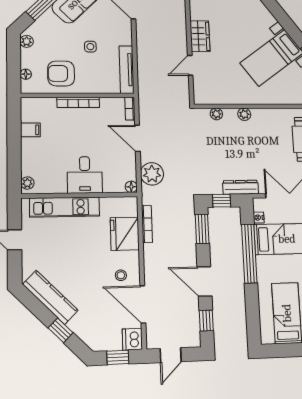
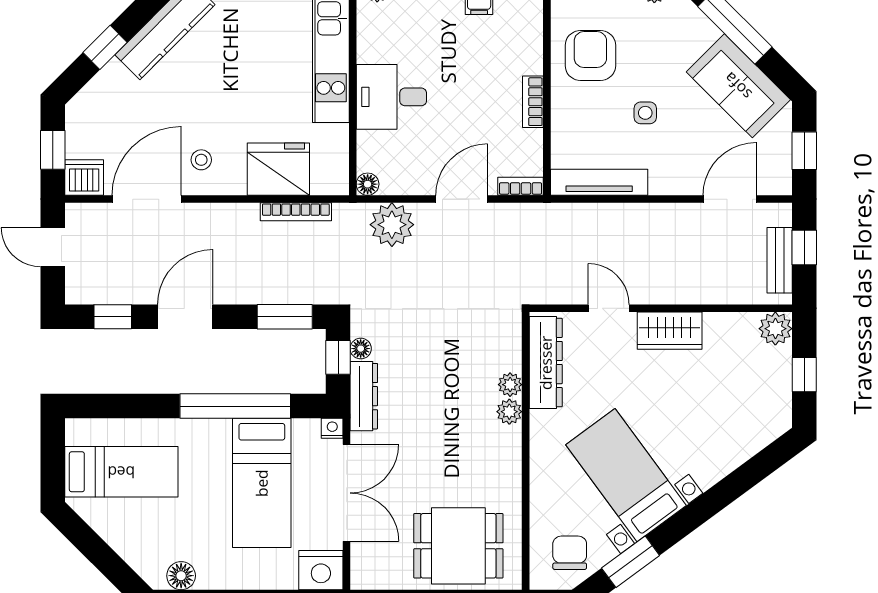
dresser: (219, 96) -> (546, 363), added
bookcase: (78, 102) -> (533, 102), width x0.64
plant: (216, 114) -> (510, 385), moved
floor lamp: (216, 189) -> (361, 349), added
nightstand: (259, 218) -> (332, 428), moved

